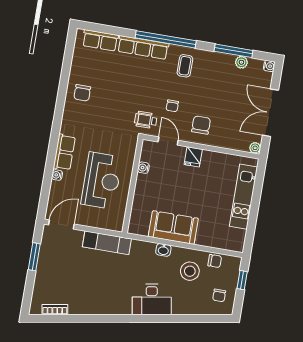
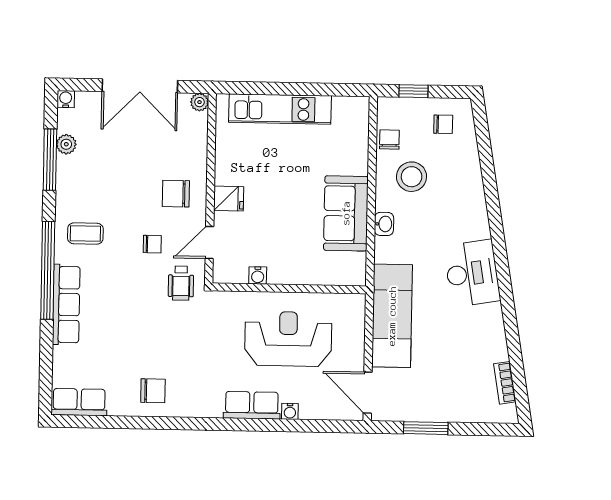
row of seats: (100, 40) -> (79, 402), moved, turned -90
exam couch: (107, 243) -> (392, 316), width x1.36, depth x1.45
desk: (152, 299) -> (472, 273), moved

